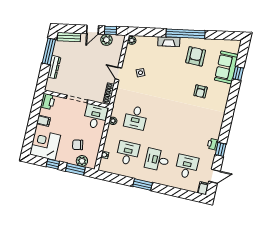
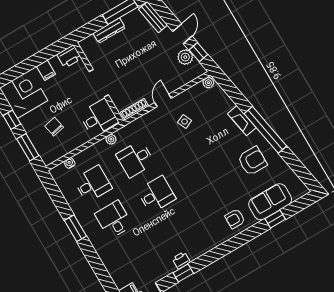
door: (93, 30) -> (182, 34), swing flipped
armchair: (200, 91) -> (235, 219), moved
plant: (82, 161) -> (42, 146), removed
desk: (187, 167) -> (156, 195), moved

